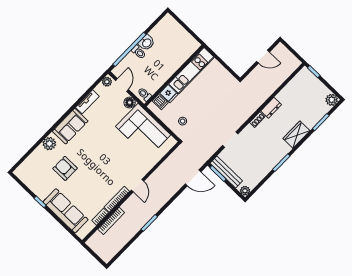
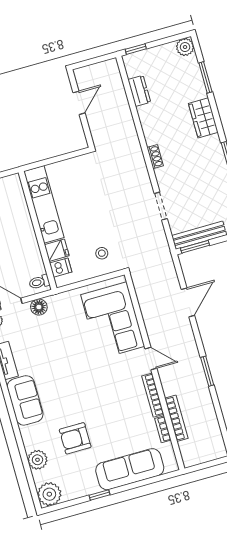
dresser: (271, 108) -> (139, 91), moved
corner sofa: (143, 131) -> (113, 321), moved, turned 90
plant: (49, 144) -> (37, 460), moved
plant: (24, 172) -> (49, 494), added
door: (193, 178) -> (188, 302), moved

